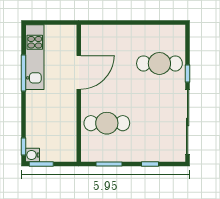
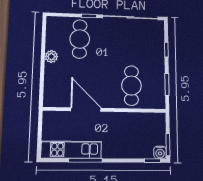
plant: (138, 32) -> (51, 57), added

